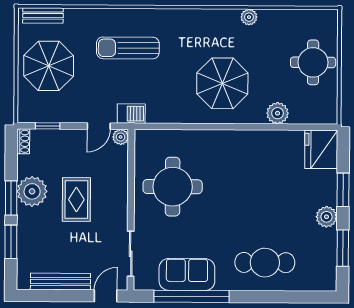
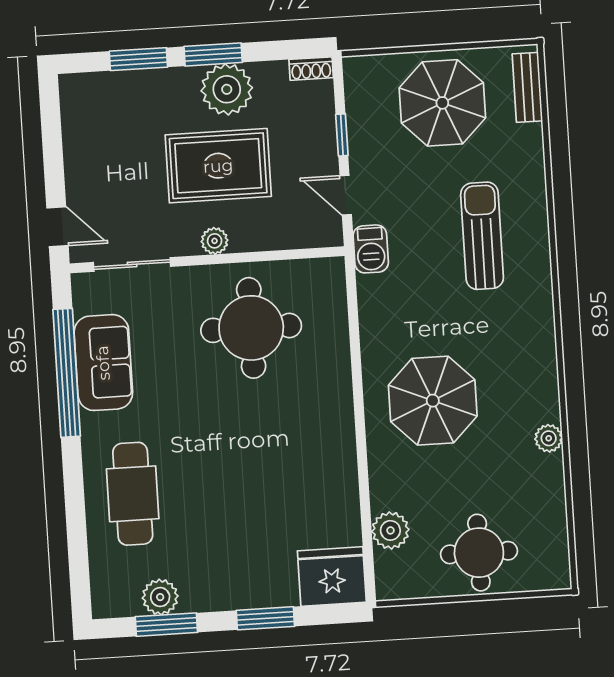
plant: (278, 113) -> (390, 530), moved
window: (48, 126) -> (342, 135), moved
plant: (121, 137) -> (215, 241), moved
rug: (76, 199) -> (218, 166), width x1.36, depth x1.43
plant: (327, 217) -> (160, 597), moved
bench: (60, 282) -> (77, 148), removed

